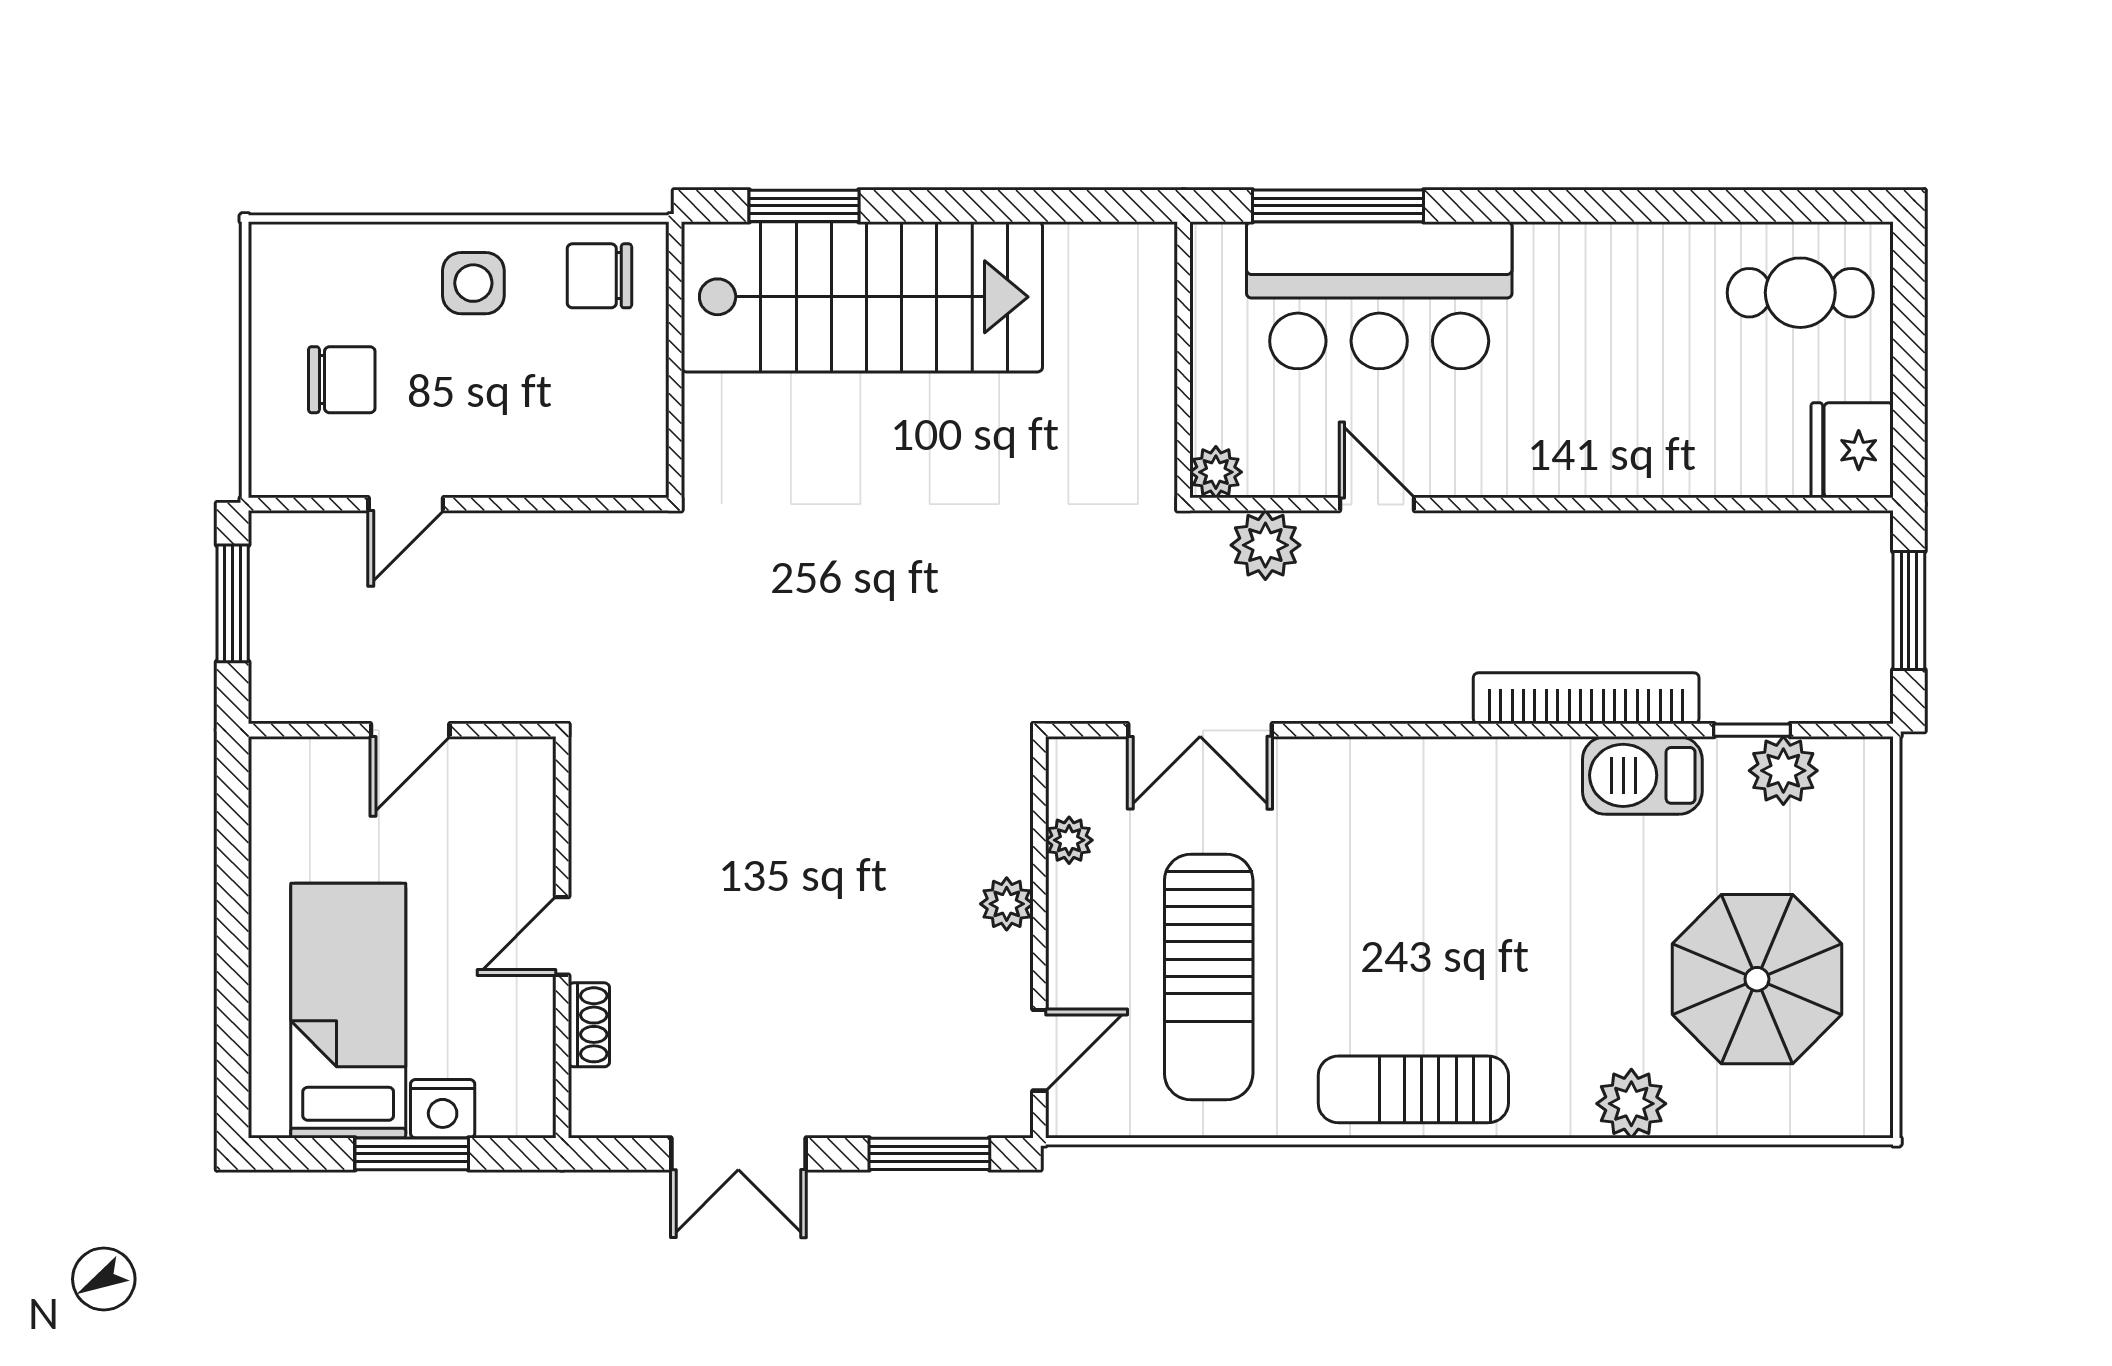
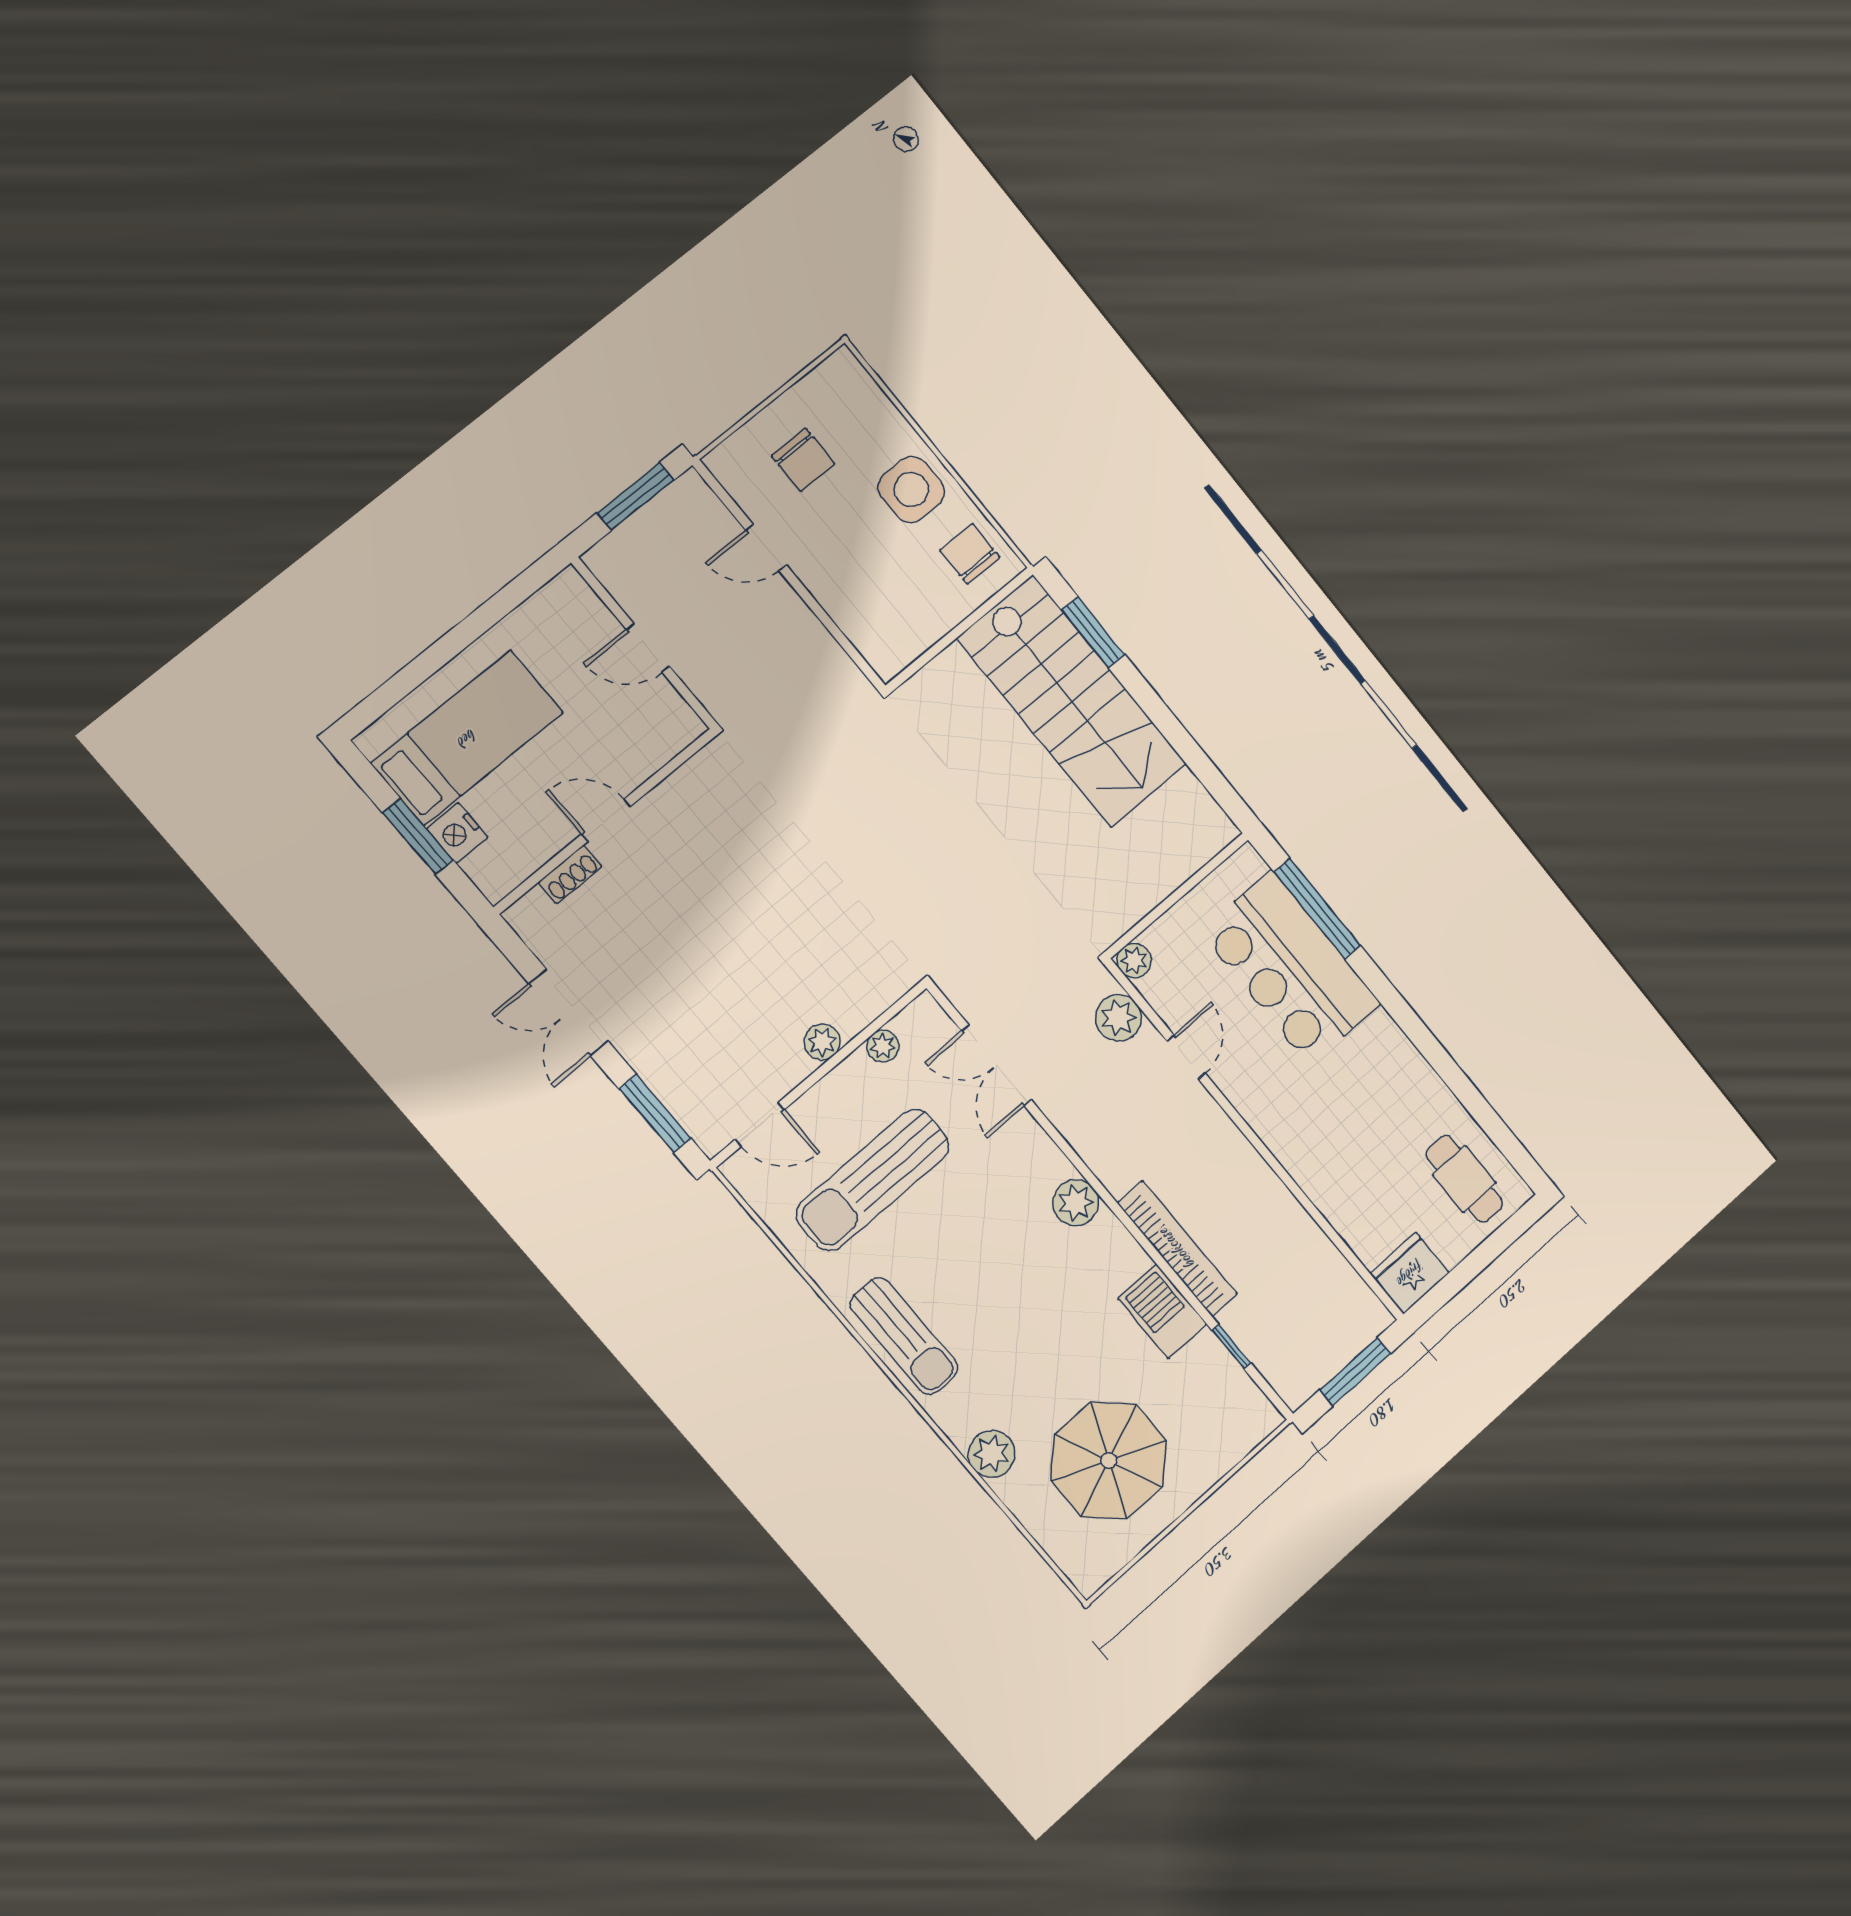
side table: (473, 283) -> (911, 490), width x1.37, depth x1.37
plant: (1783, 771) -> (1076, 1203), moved
sun lounger: (1413, 1089) -> (904, 1336), turned 180

